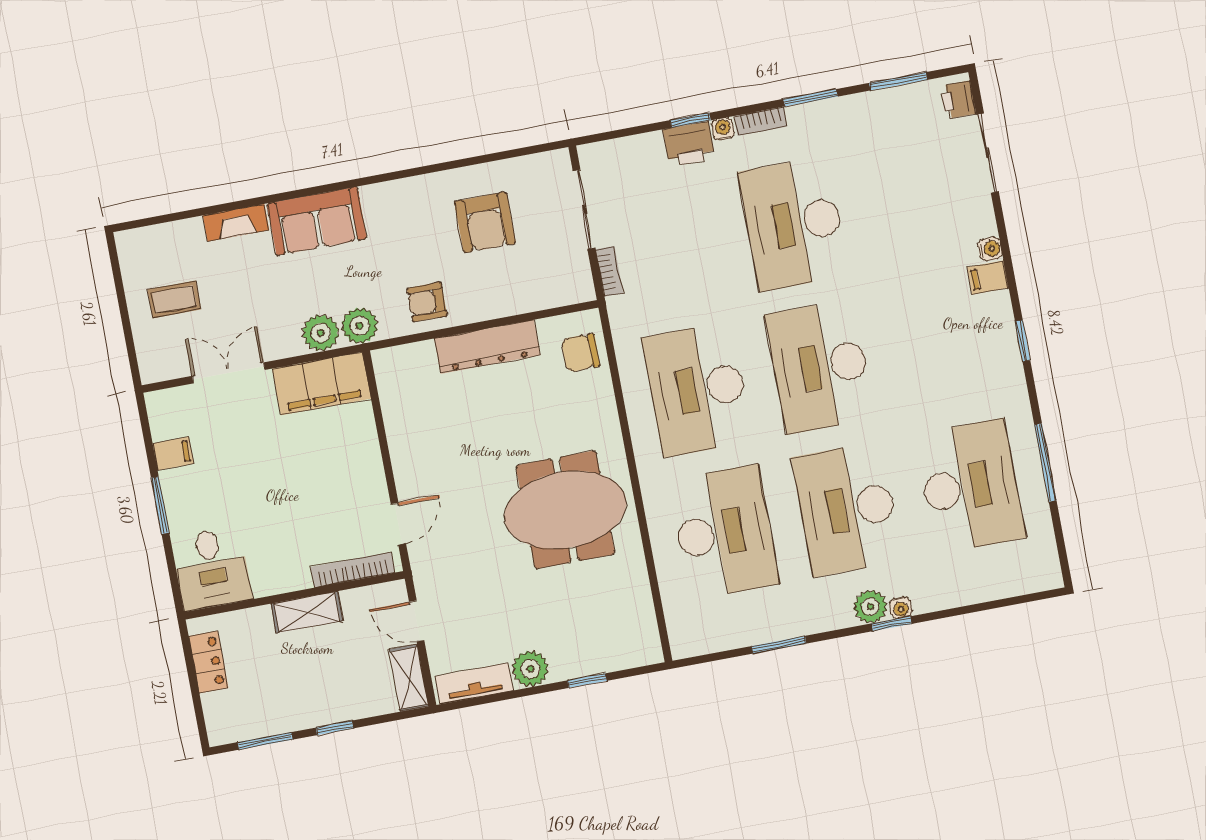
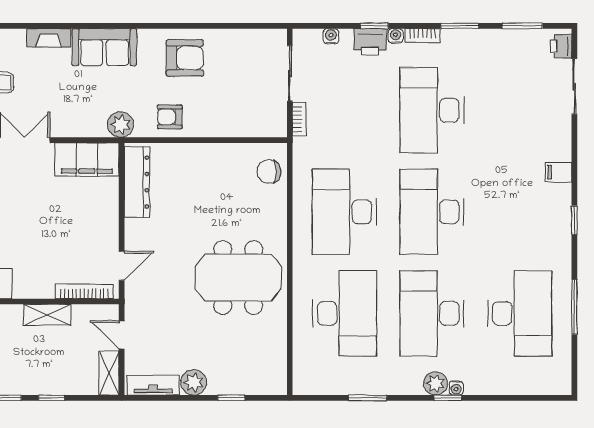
armchair: (485, 222) -> (185, 58), moved, turned -90
water cooler: (990, 249) -> (331, 36), moved, turned -90
plant: (321, 333) -> (93, 124), removed
dresser: (487, 347) -> (137, 182), moved, turned -90

